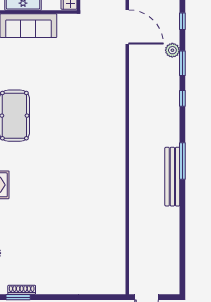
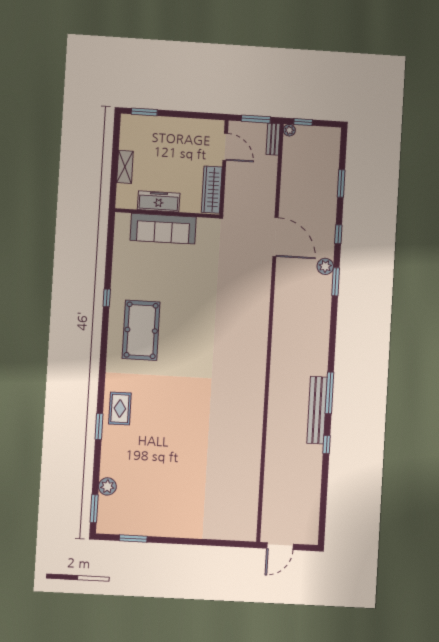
window: (182, 98) -> (327, 445), moved
shoe rack: (22, 290) -> (138, 530), removed

